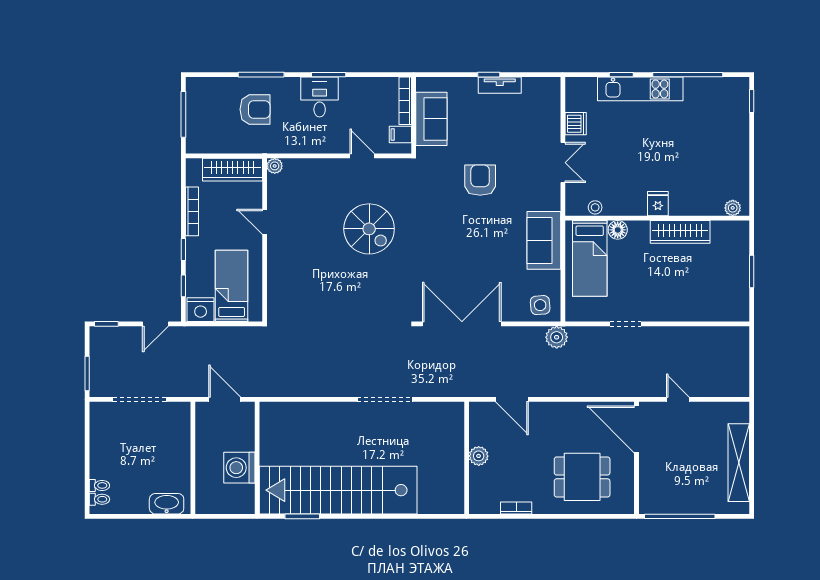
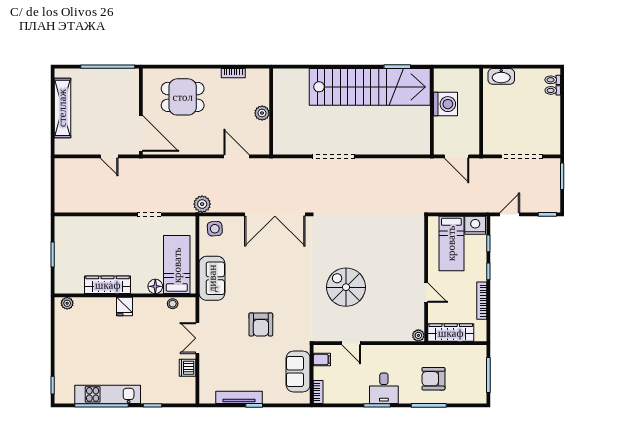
tv unit: (500, 85) -> (239, 397), width x1.41
kitchen unit: (640, 89) -> (108, 394), moved
bookcase: (405, 101) -> (318, 392), width x0.64

